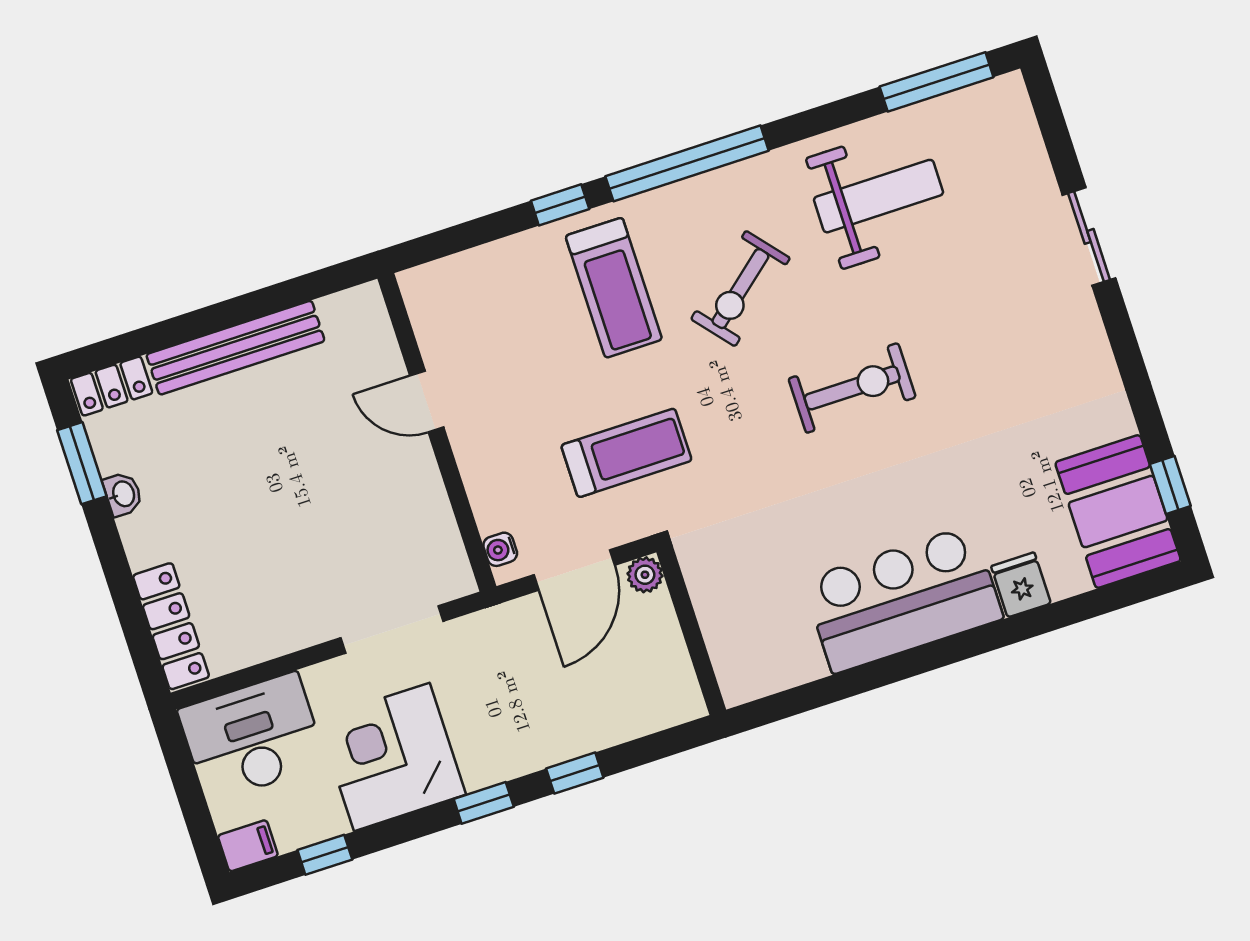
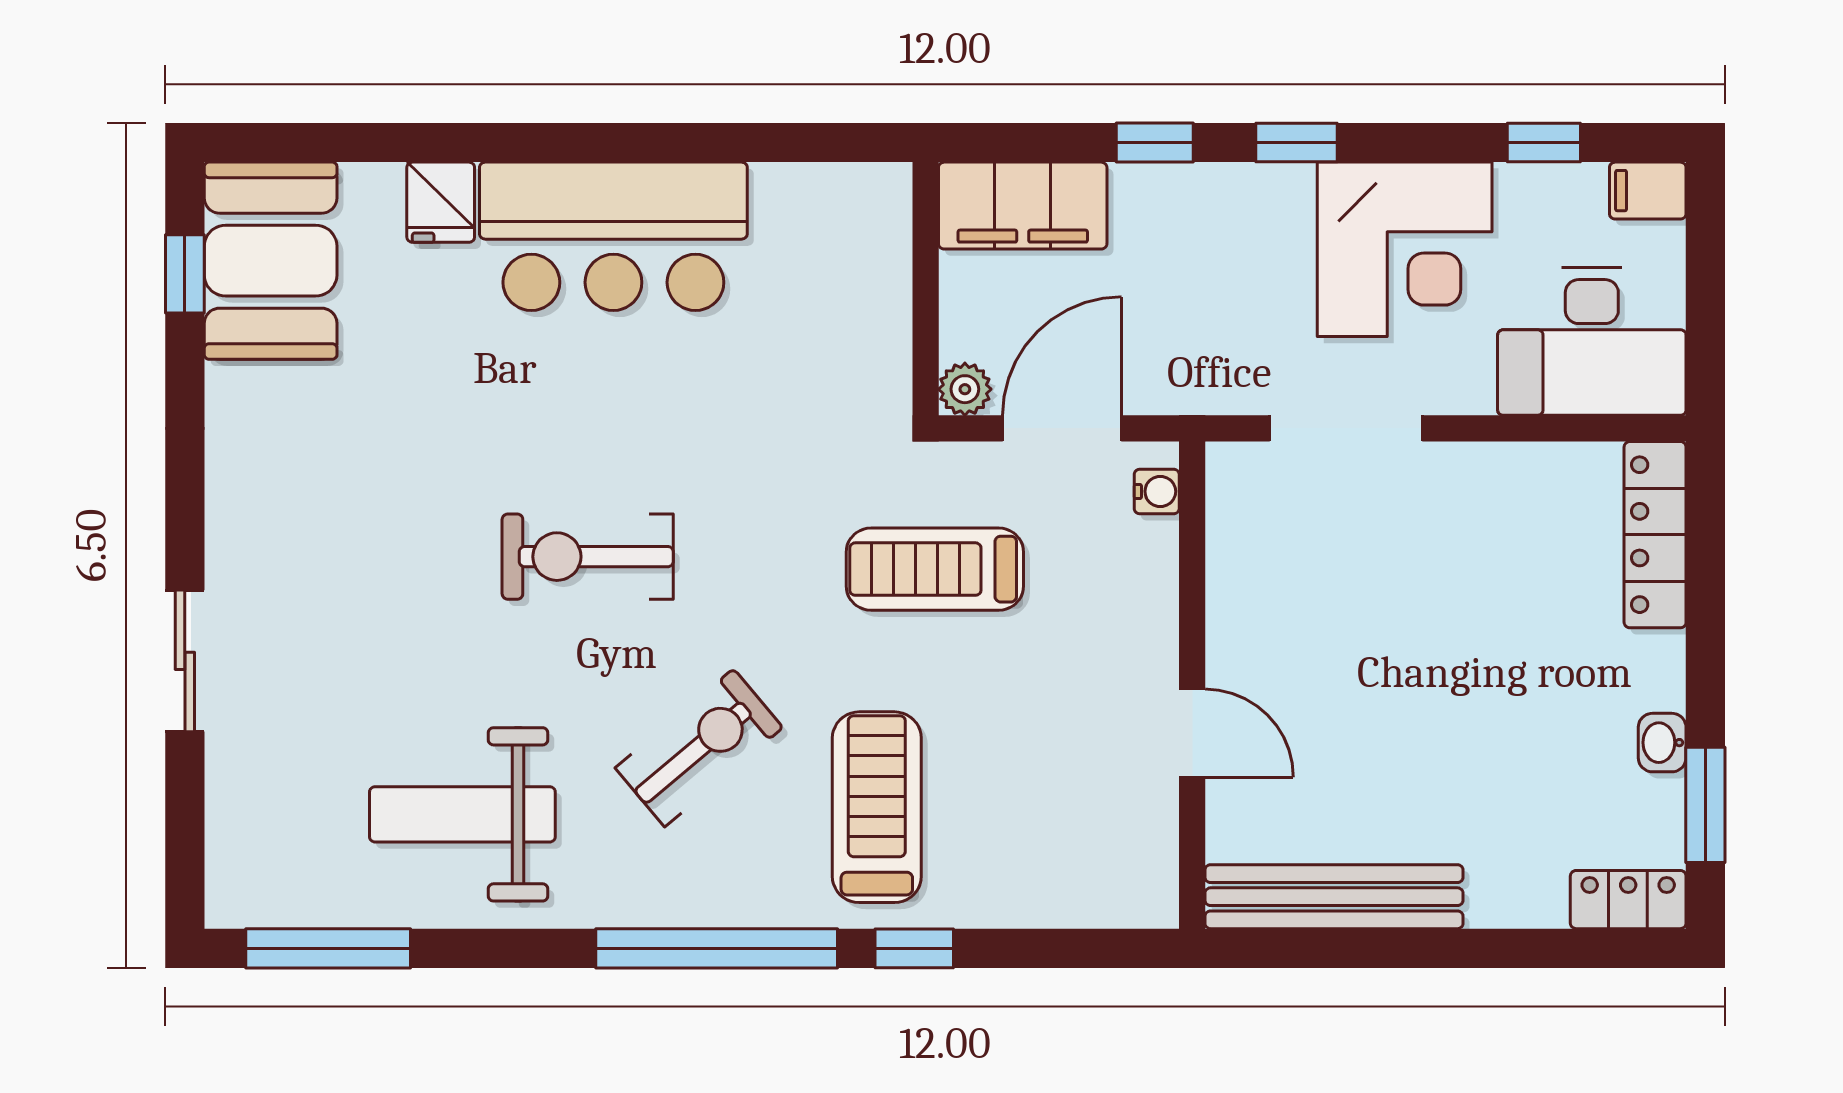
bench: (235, 348) -> (1334, 897), moved
filing cabinet: (646, 705) -> (1023, 206), added

